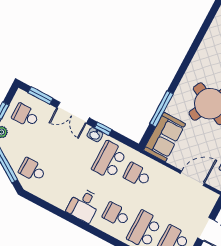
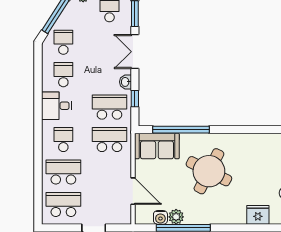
window: (161, 109) -> (181, 130), width x1.46
window: (103, 129) -> (135, 99), moved
school desk: (137, 175) -> (109, 140), width x1.85
school desk: (60, 185) -> (63, 75), added

